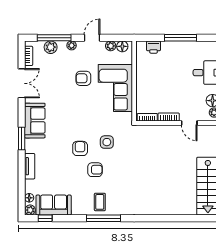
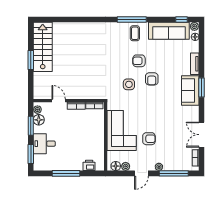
plant: (51, 47) -> (177, 165), removed
sofa: (35, 121) -> (190, 91), moved
sofa: (54, 205) -> (169, 31), width x1.36

